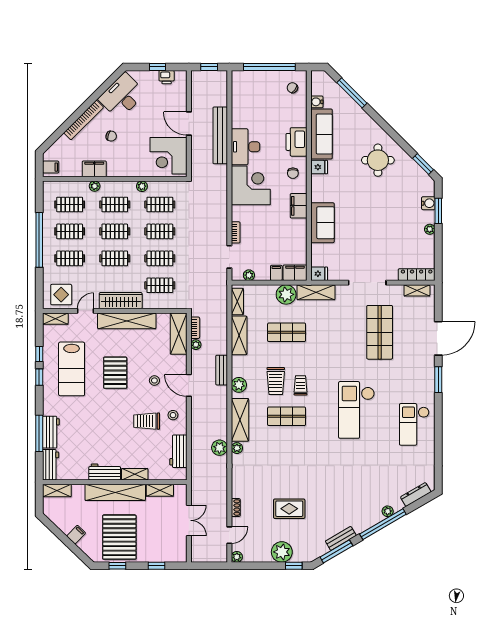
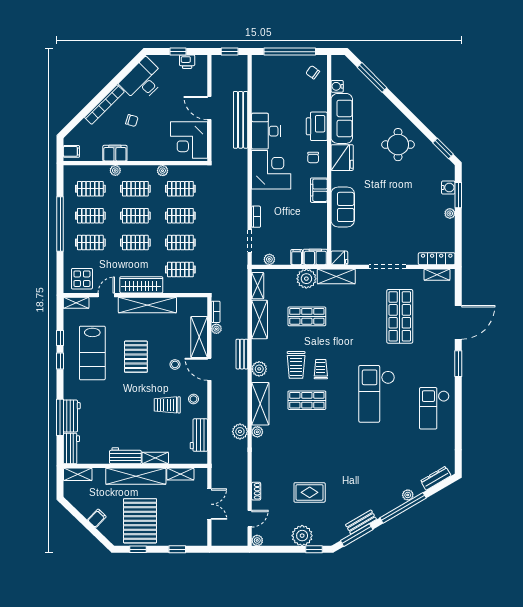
fridge: (319, 167) -> (342, 158), width x1.88, depth x1.34
shelving: (179, 334) -> (199, 337), moved

